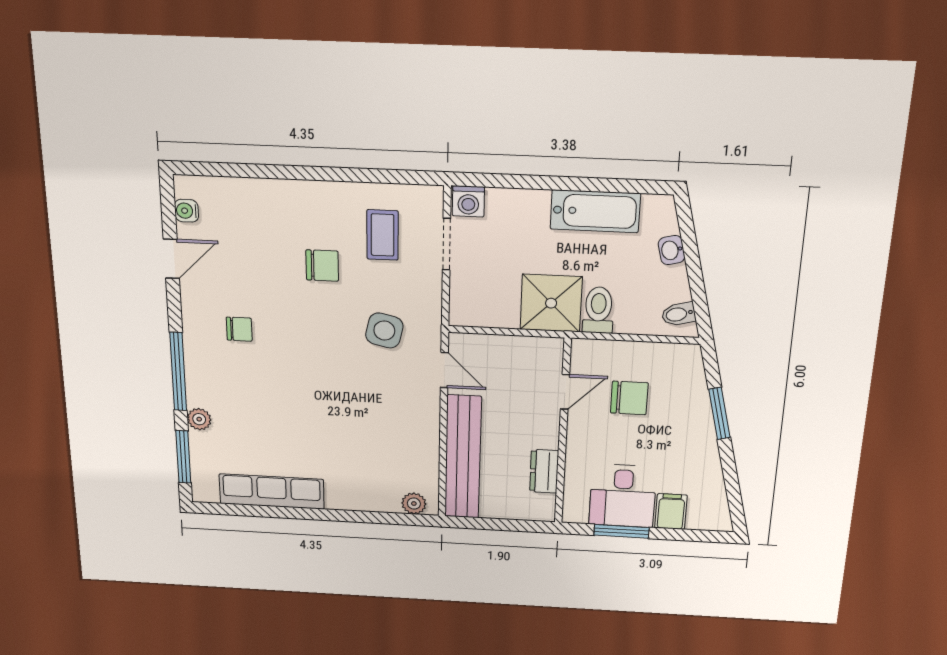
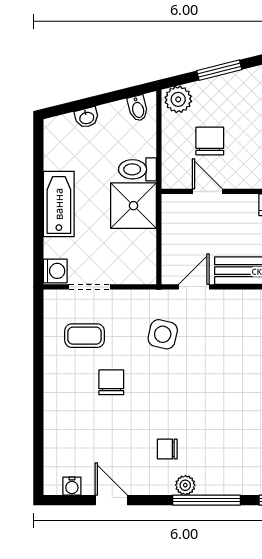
bathtub: (595, 211) -> (59, 204), moved
chair: (239, 329) -> (167, 449), turned -90
plant: (686, 363) -> (178, 99), added
plant: (199, 419) -> (185, 485), moved

